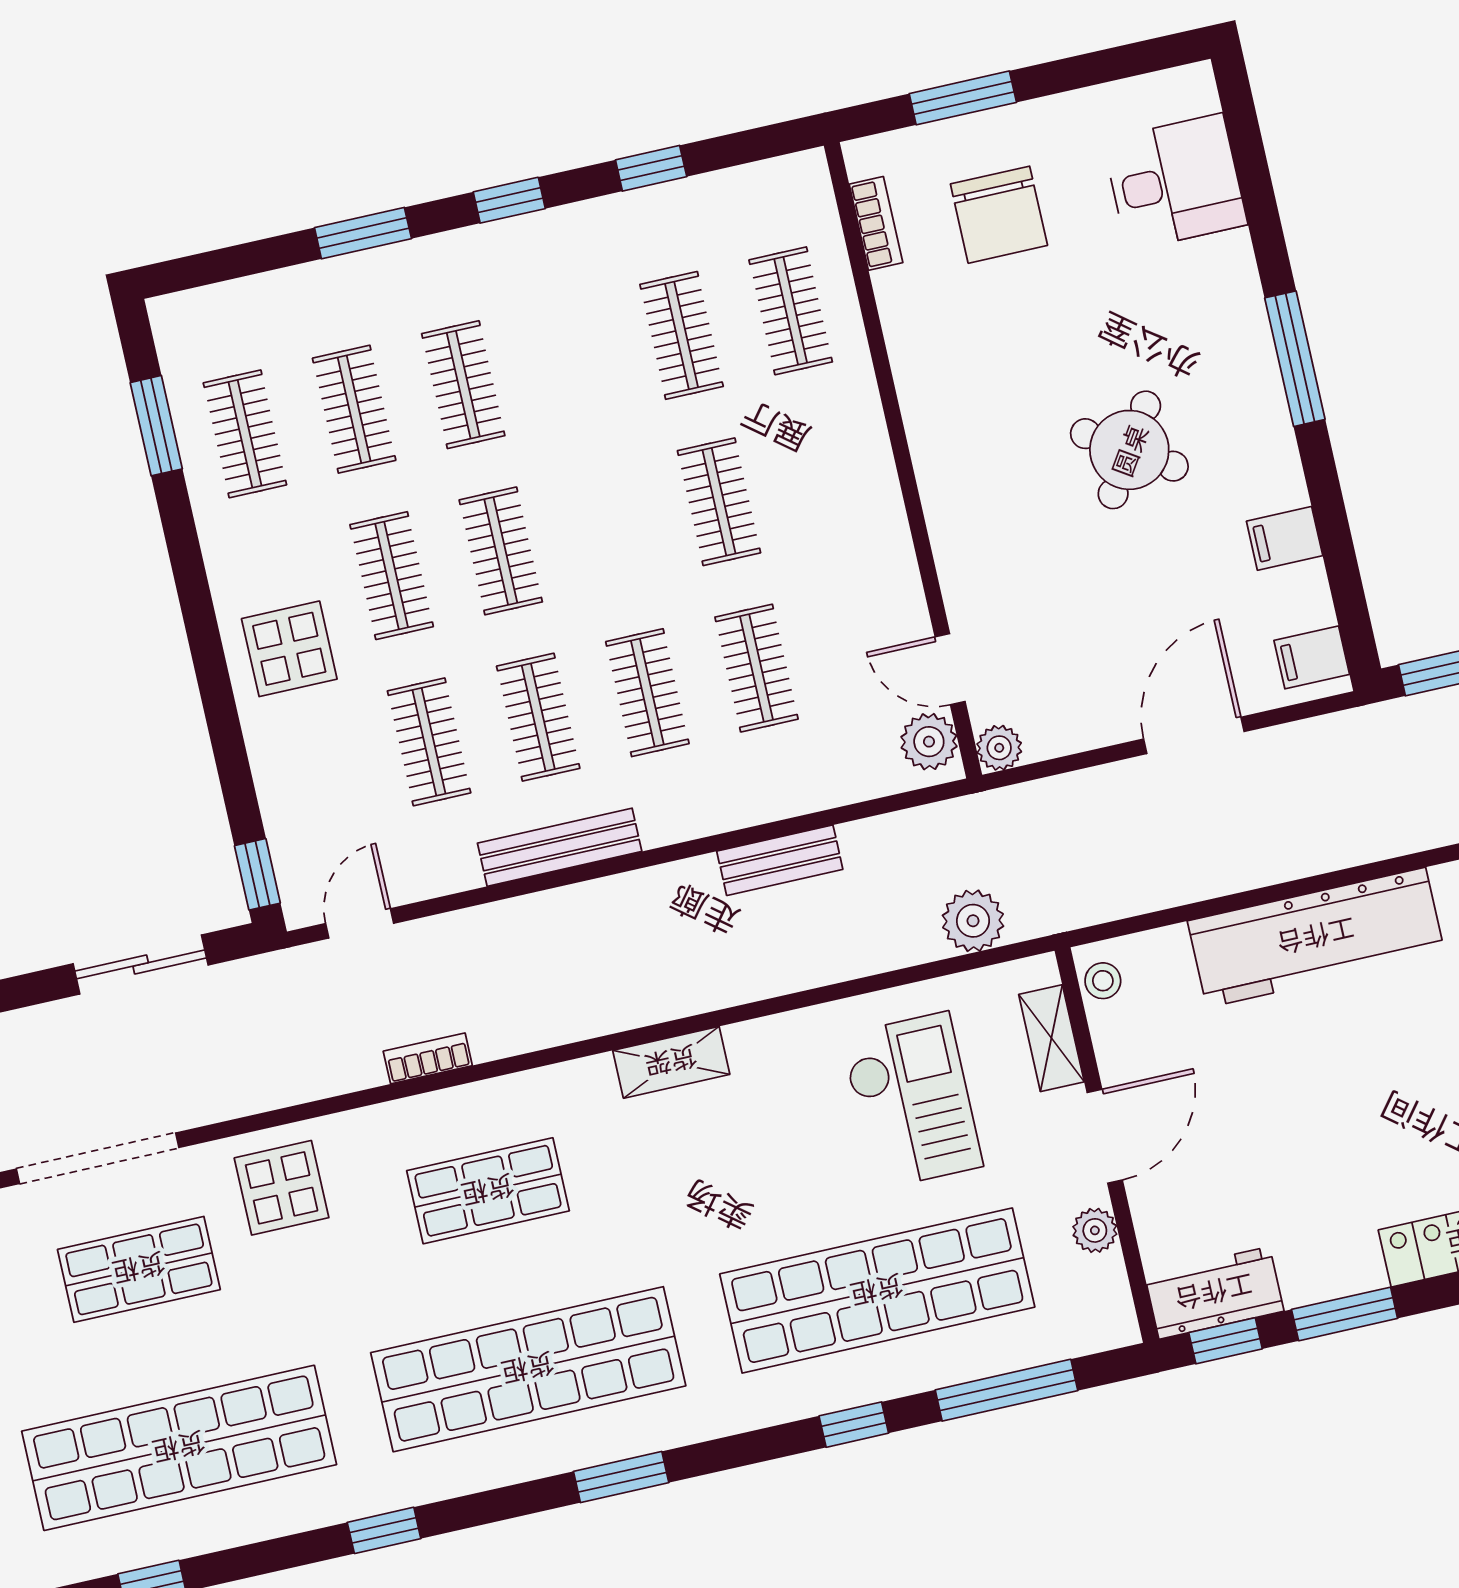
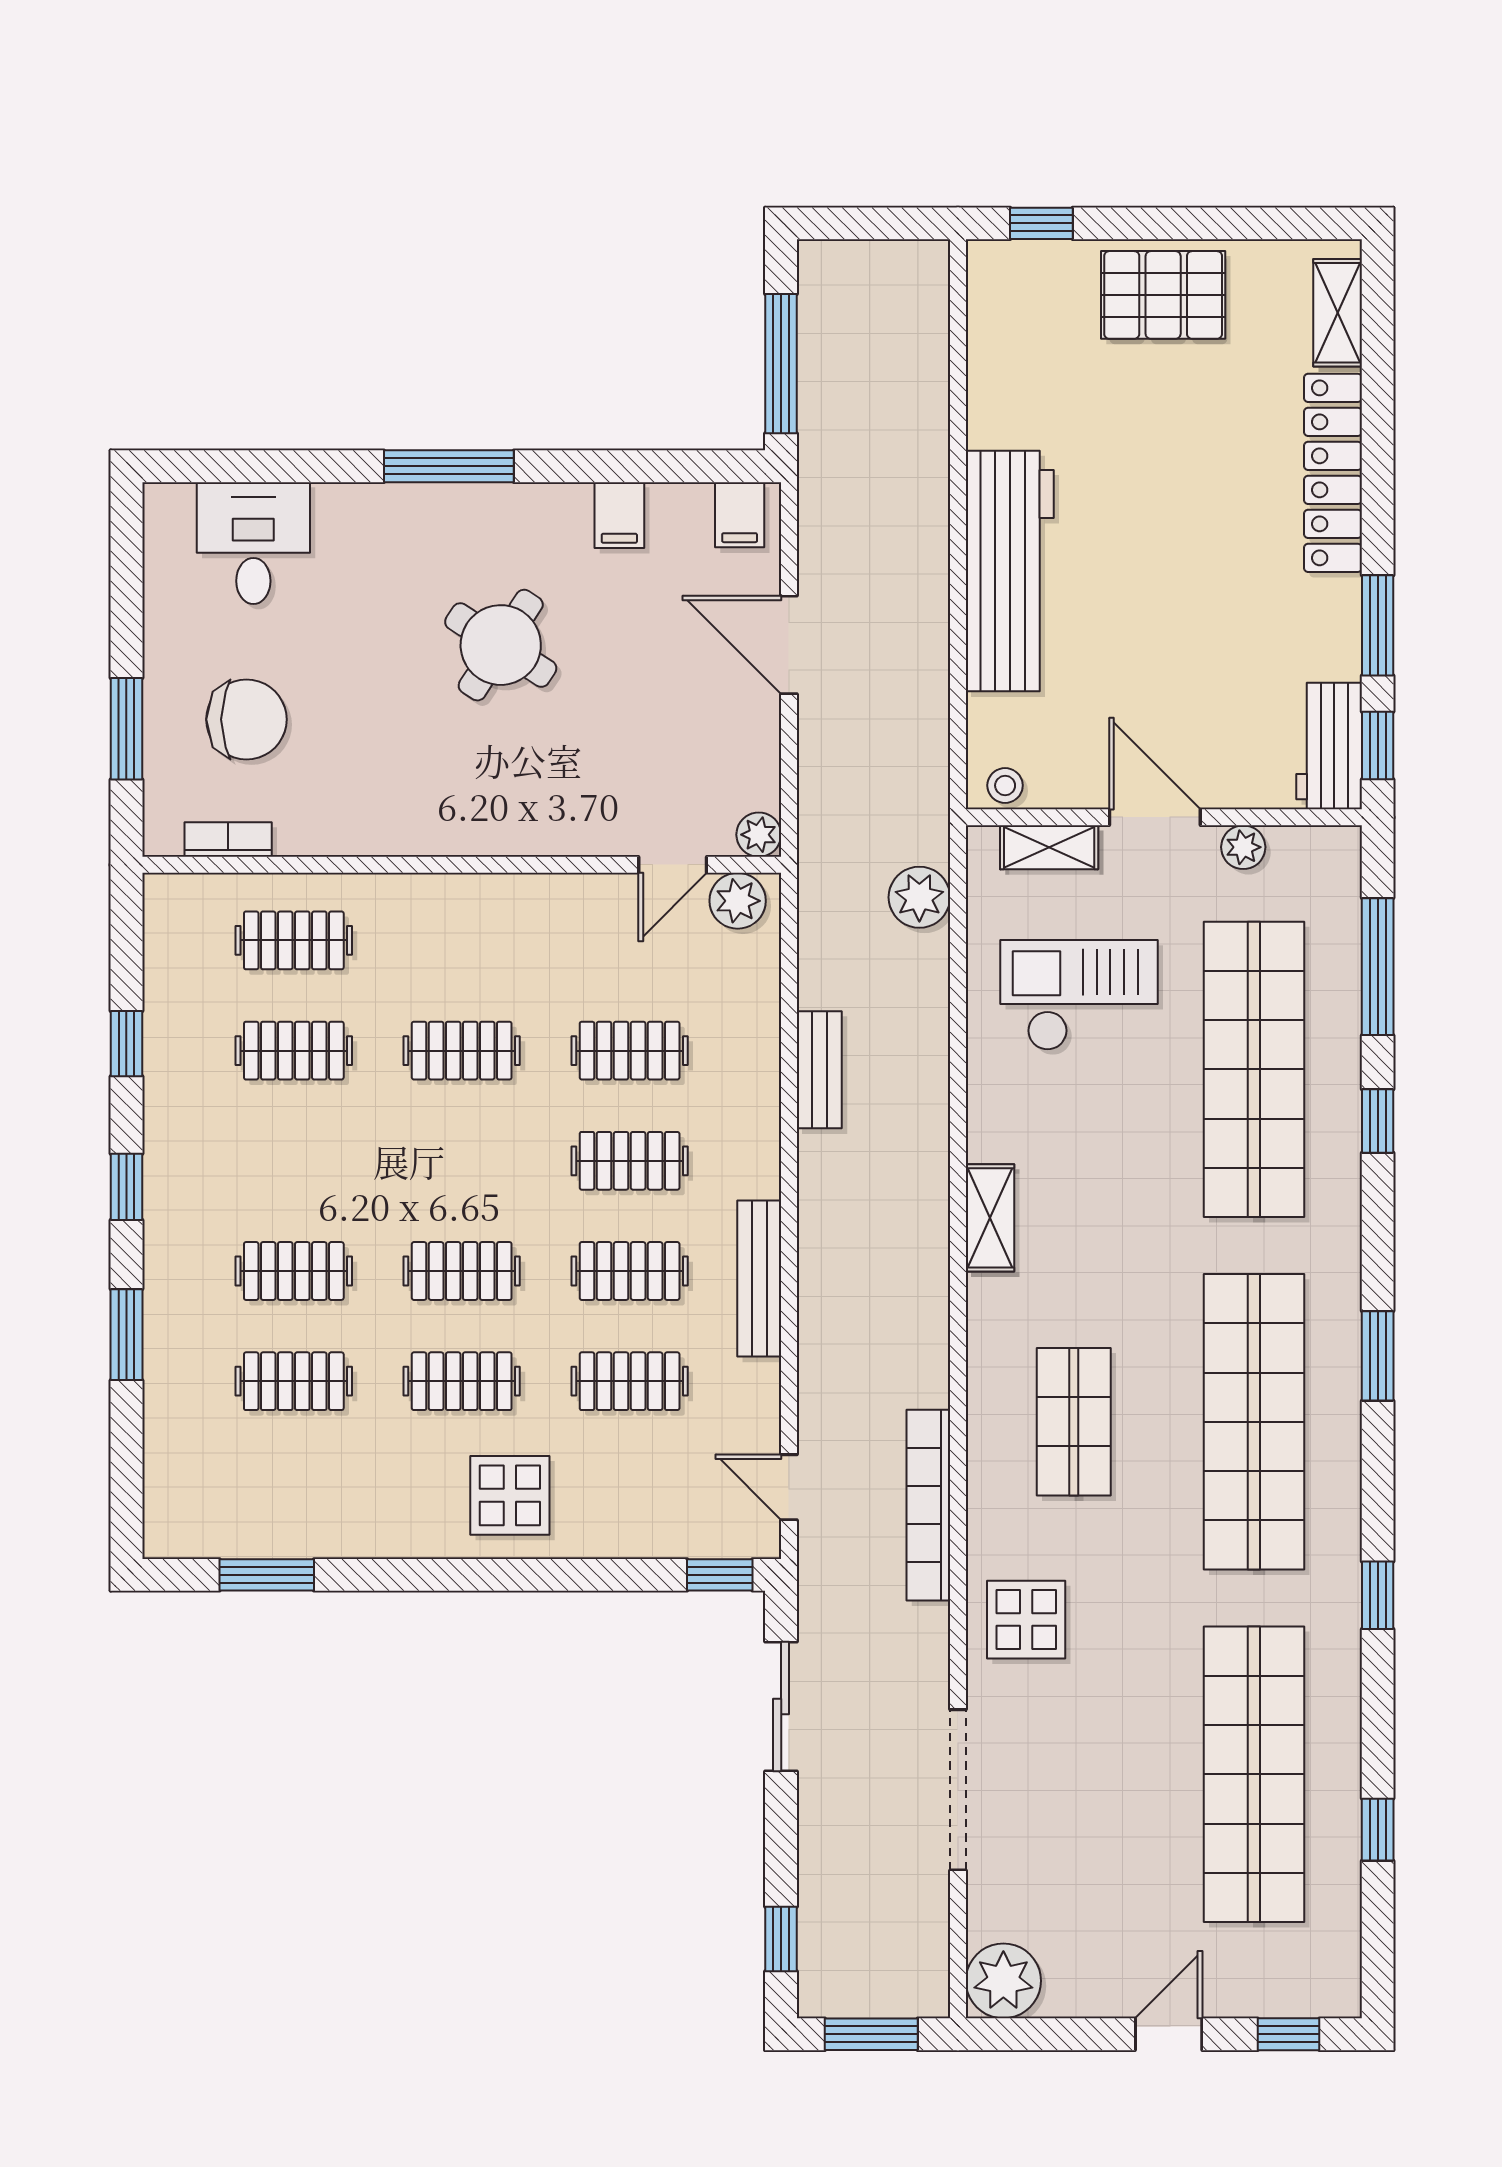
clothes rail: (245, 434) -> (294, 1491), removed
bookcase: (428, 1058) -> (928, 1505), width x2.31, depth x1.31
shop shelf: (139, 1269) -> (1074, 1774), removed

